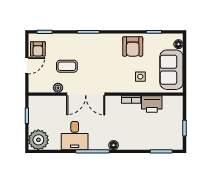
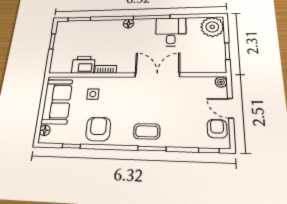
door: (27, 66) -> (231, 108), hinge flipped
coffee table: (67, 66) -> (147, 131), moved
plant: (58, 88) -> (221, 82), moved

